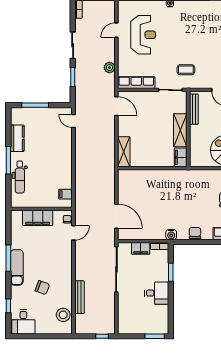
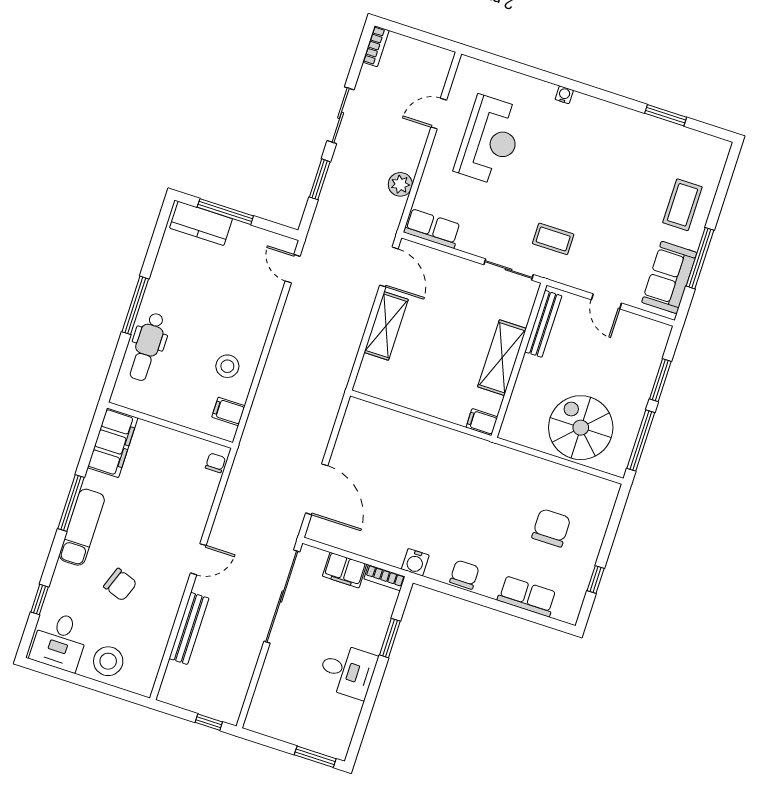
row of seats: (136, 83) -> (432, 229), width x0.68
kitchen counter: (17, 138) -> (201, 223), moved, turned 90
shelving: (124, 152) -> (386, 326), moved
filing cabinet: (181, 157) -> (482, 422), width x0.50
stool: (59, 174) -> (227, 366), added
filing cabinet: (38, 218) -> (113, 443), moved, turned -90
door: (74, 233) -> (198, 559), moved
stool: (63, 315) -> (108, 661), moved

